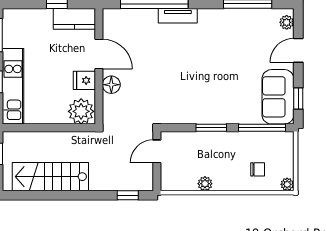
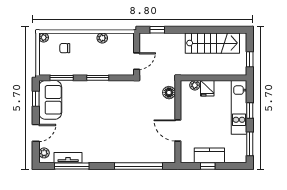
tv unit: (178, 16) -> (68, 158), moved
kitchen counter: (74, 19) -> (209, 155), moved
fridge: (84, 80) -> (207, 88), moved, turned 90
floor lamp: (111, 85) -> (169, 93), moved
plant: (81, 111) -> (195, 85), width x0.53, depth x0.53
window: (262, 128) -> (62, 78), width x0.69

